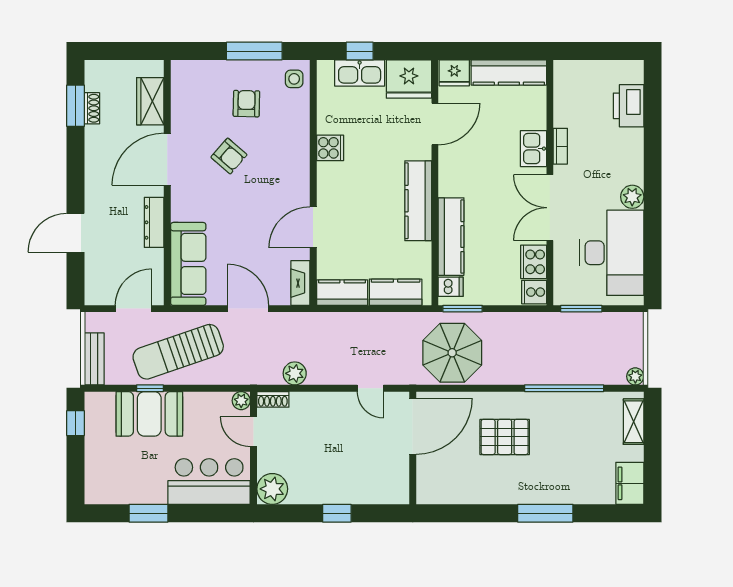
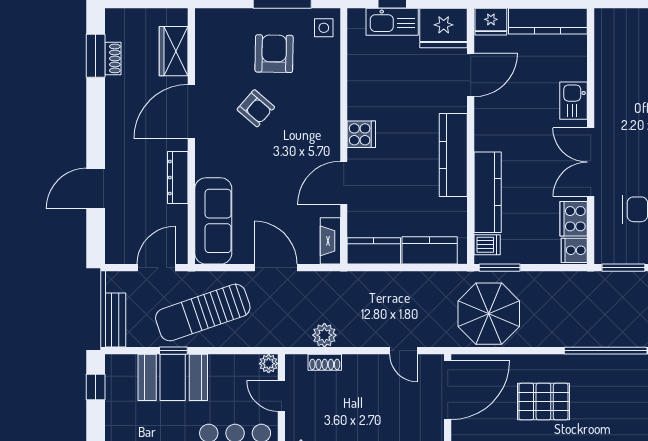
armchair: (246, 104) -> (274, 54), width x1.38, depth x1.38
bookcase: (560, 146) -> (602, 98), removed
cooker: (330, 148) -> (361, 134), moved
shoe rack: (273, 399) -> (325, 362), moved

